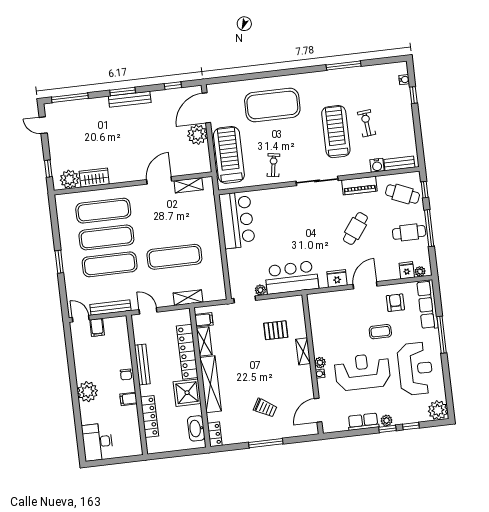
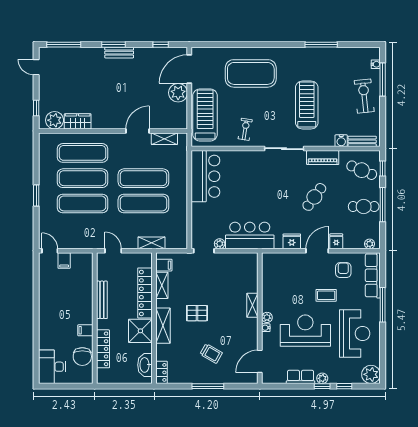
window: (414, 95) -> (383, 80), width x2.17
bench: (130, 99) -> (119, 53), width x0.73
exercise bike: (367, 123) -> (364, 96), moved, width x1.38, depth x1.39
exercise mat: (171, 230) -> (143, 178), added
fridge: (407, 270) -> (336, 241), moved
bench: (110, 308) -> (79, 244), removed
pallet: (276, 330) -> (197, 313), moved
chair: (126, 375) -> (82, 357), moved, width x1.87, depth x1.87
shelving: (210, 384) -> (163, 326), width x0.68
plant: (88, 392) -> (48, 319), removed

